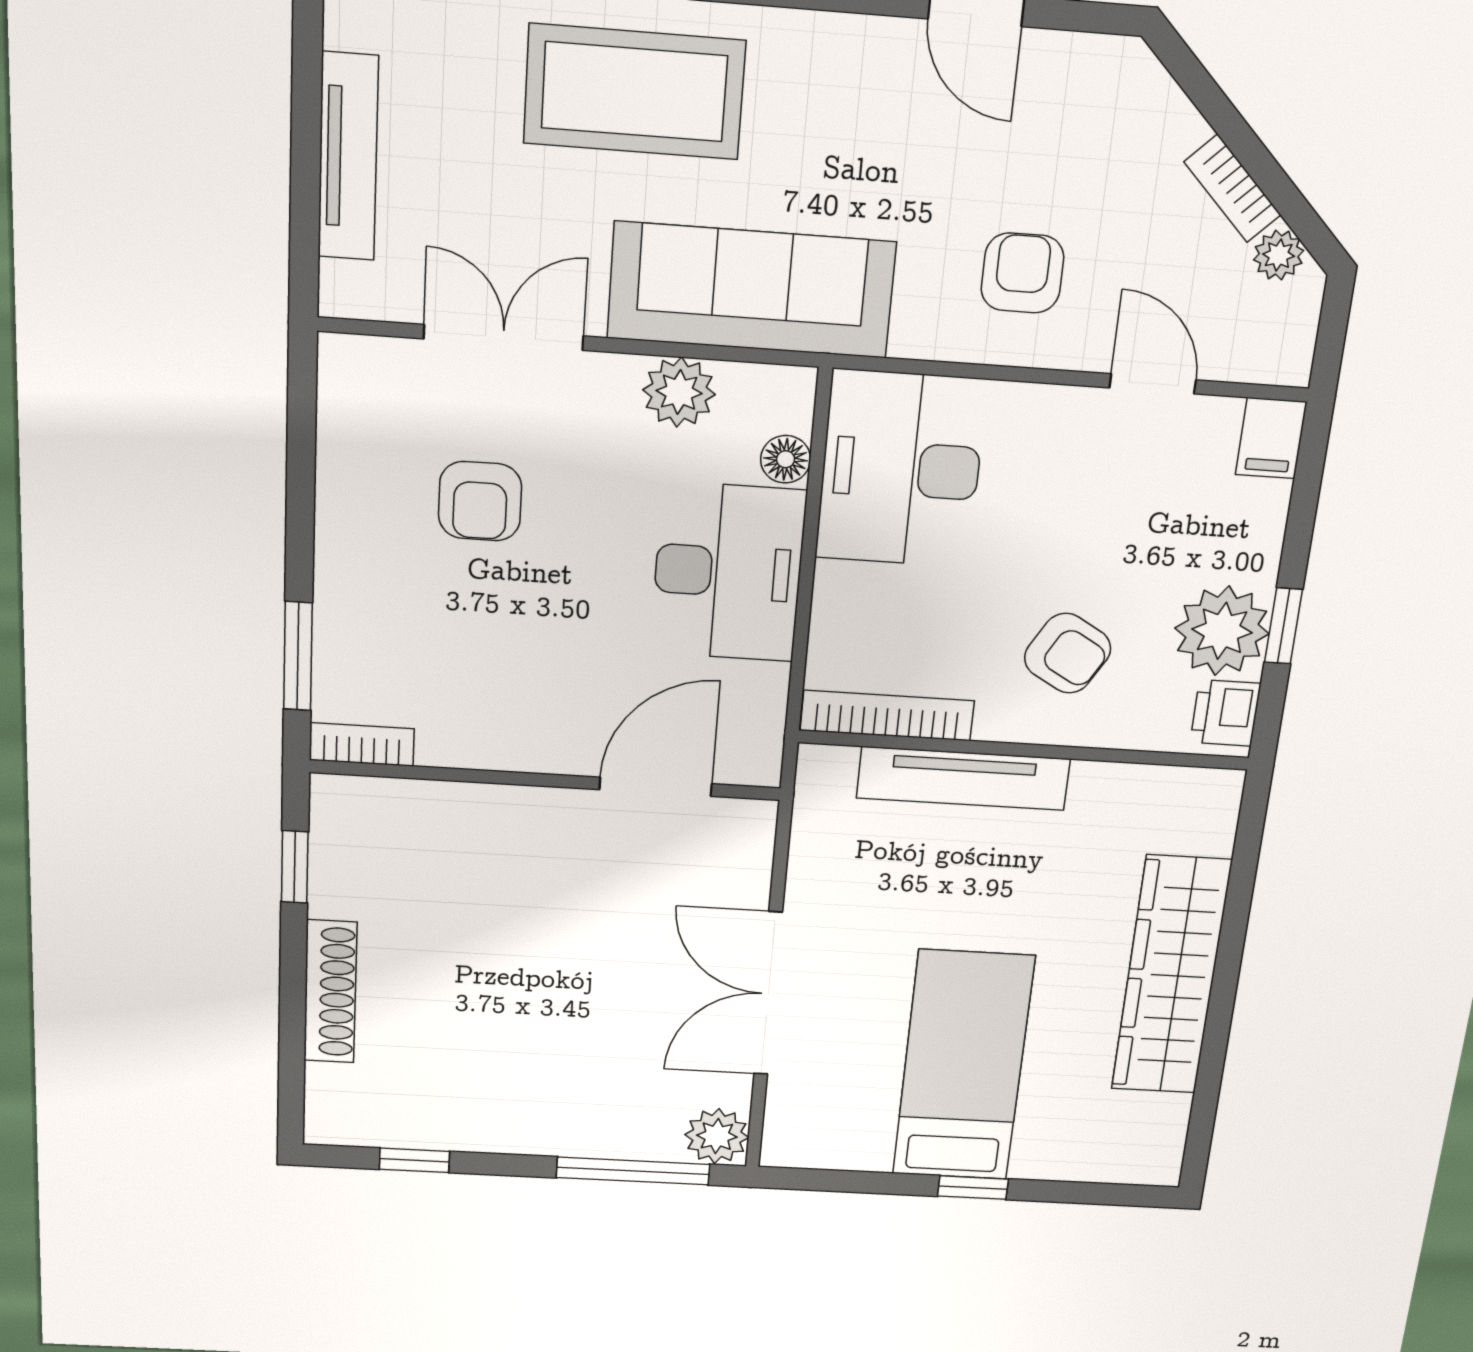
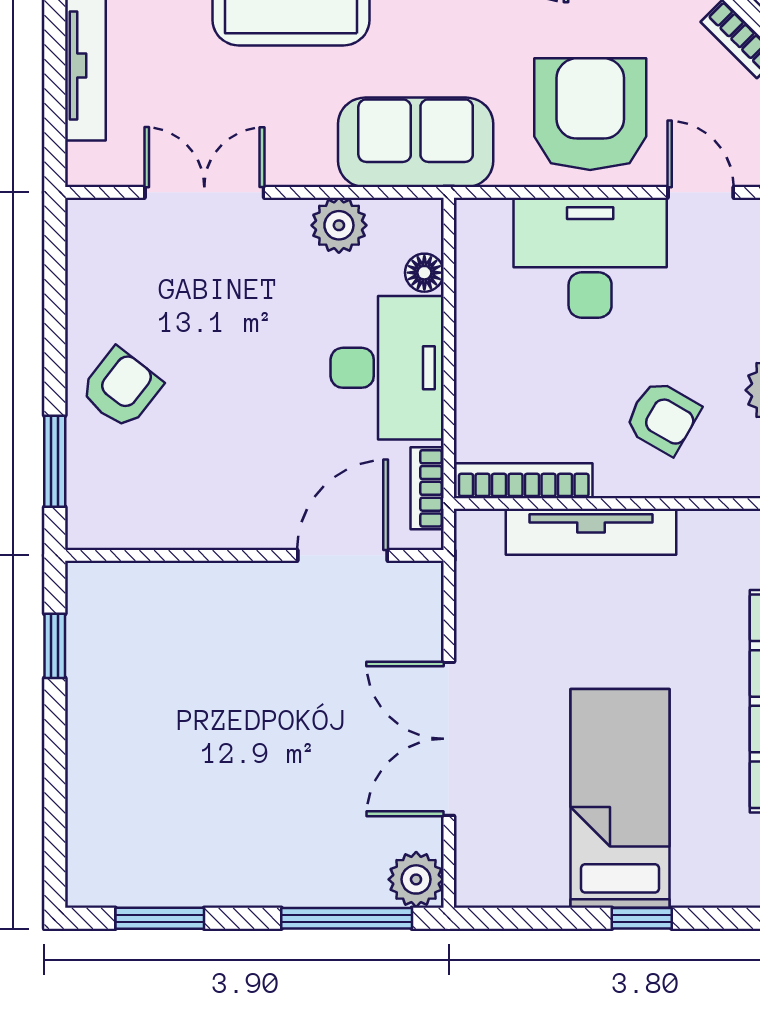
armchair: (1022, 273) -> (590, 114), width x1.88, depth x1.88
sofa: (751, 290) -> (416, 142), width x0.73
desk: (901, 469) -> (590, 258), moved, turned 90
armchair: (480, 501) -> (121, 388), moved, turned -142
bookcase: (362, 744) -> (427, 488), moved, turned -90
shoe rack: (330, 992) -> (86, 759), removed
window: (414, 1160) -> (160, 918), width x1.50

